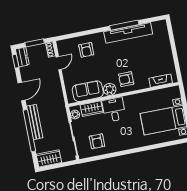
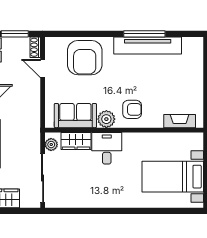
armchair: (86, 50) -> (85, 58), width x1.88, depth x1.88
door: (59, 63) -> (43, 69), swing flipped
armchair: (126, 79) -> (132, 109), turned 180
armchair: (97, 141) -> (74, 188), removed

